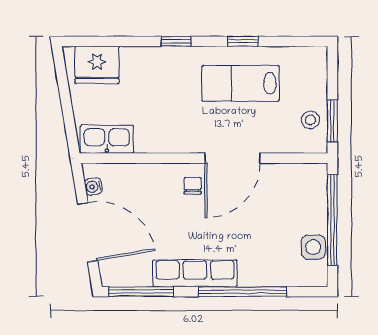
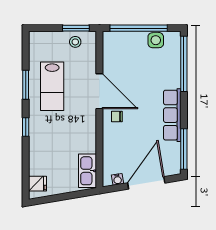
window: (243, 41) -> (26, 85), width x1.50
fridge: (97, 65) -> (37, 184), width x0.53, depth x0.75
window: (242, 292) -> (184, 64), moved

